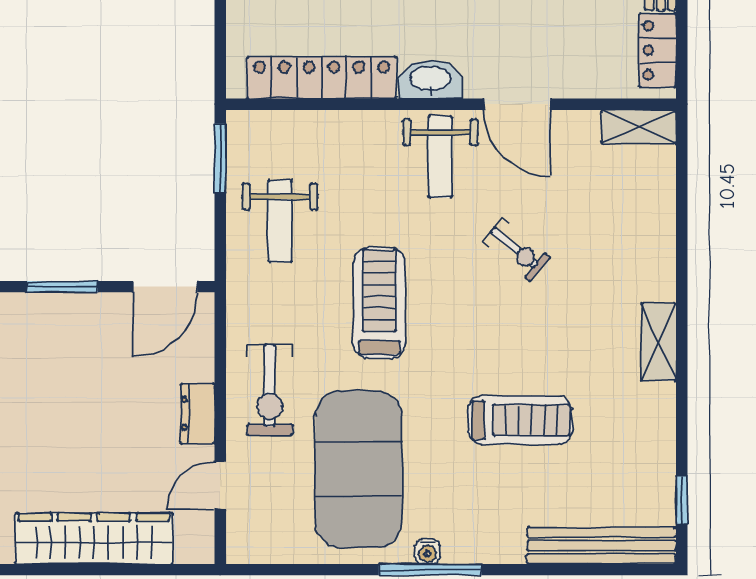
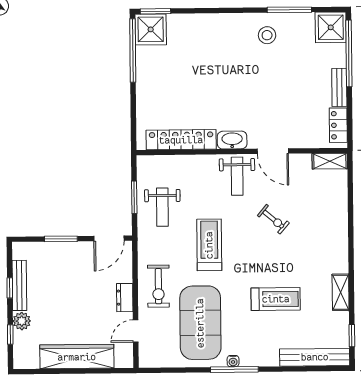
window: (220, 158) -> (134, 197), moved
shelving: (659, 342) -> (341, 292), moved

